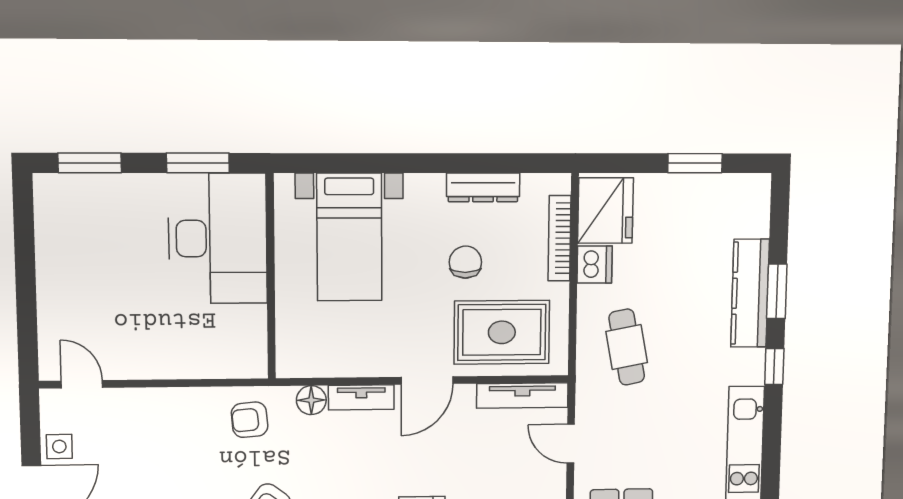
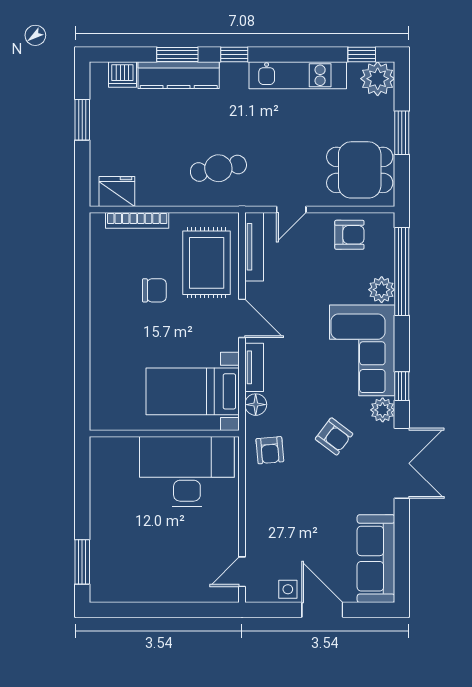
window: (198, 163) -> (82, 485), removed
dresser: (483, 187) -> (100, 278), removed
fridge: (605, 211) -> (117, 192), width x0.73, depth x0.75
bed with nightstands: (349, 237) -> (193, 391), moved, turned 180
desk: (218, 238) -> (187, 472), moved
chair: (465, 262) -> (154, 290), turned 180
dishwasher: (595, 265) -> (122, 74), moved, turned 180

